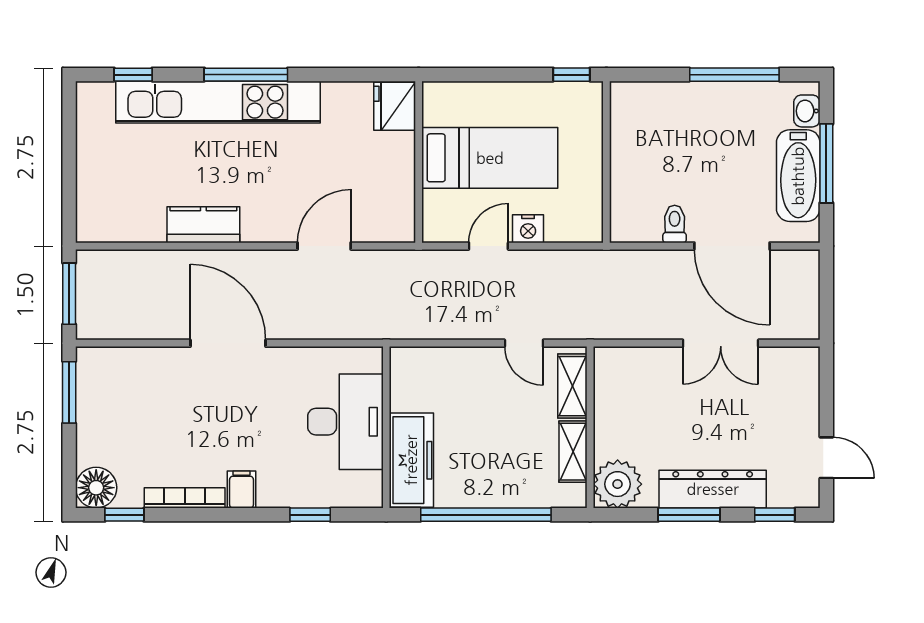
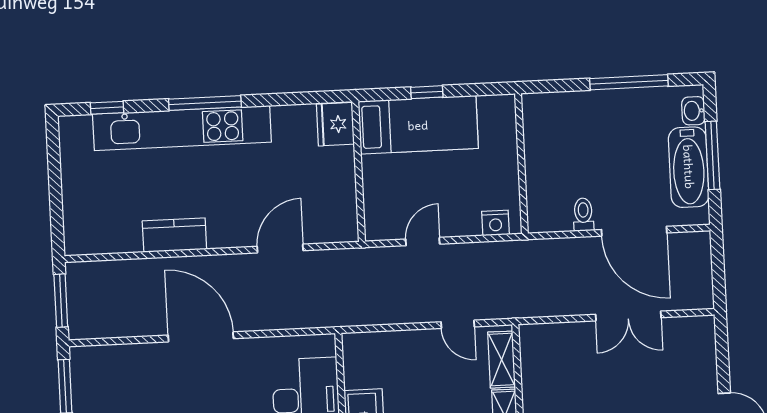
window: (571, 75) -> (427, 92), moved
bed: (490, 158) -> (418, 125), moved
nightstand: (528, 229) -> (496, 223), moved

